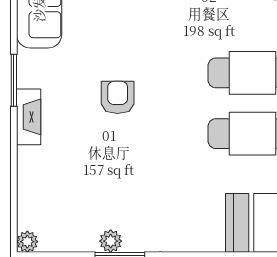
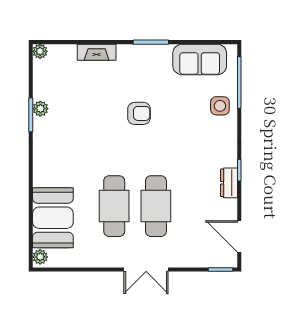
fireplace: (29, 117) -> (97, 52), moved

